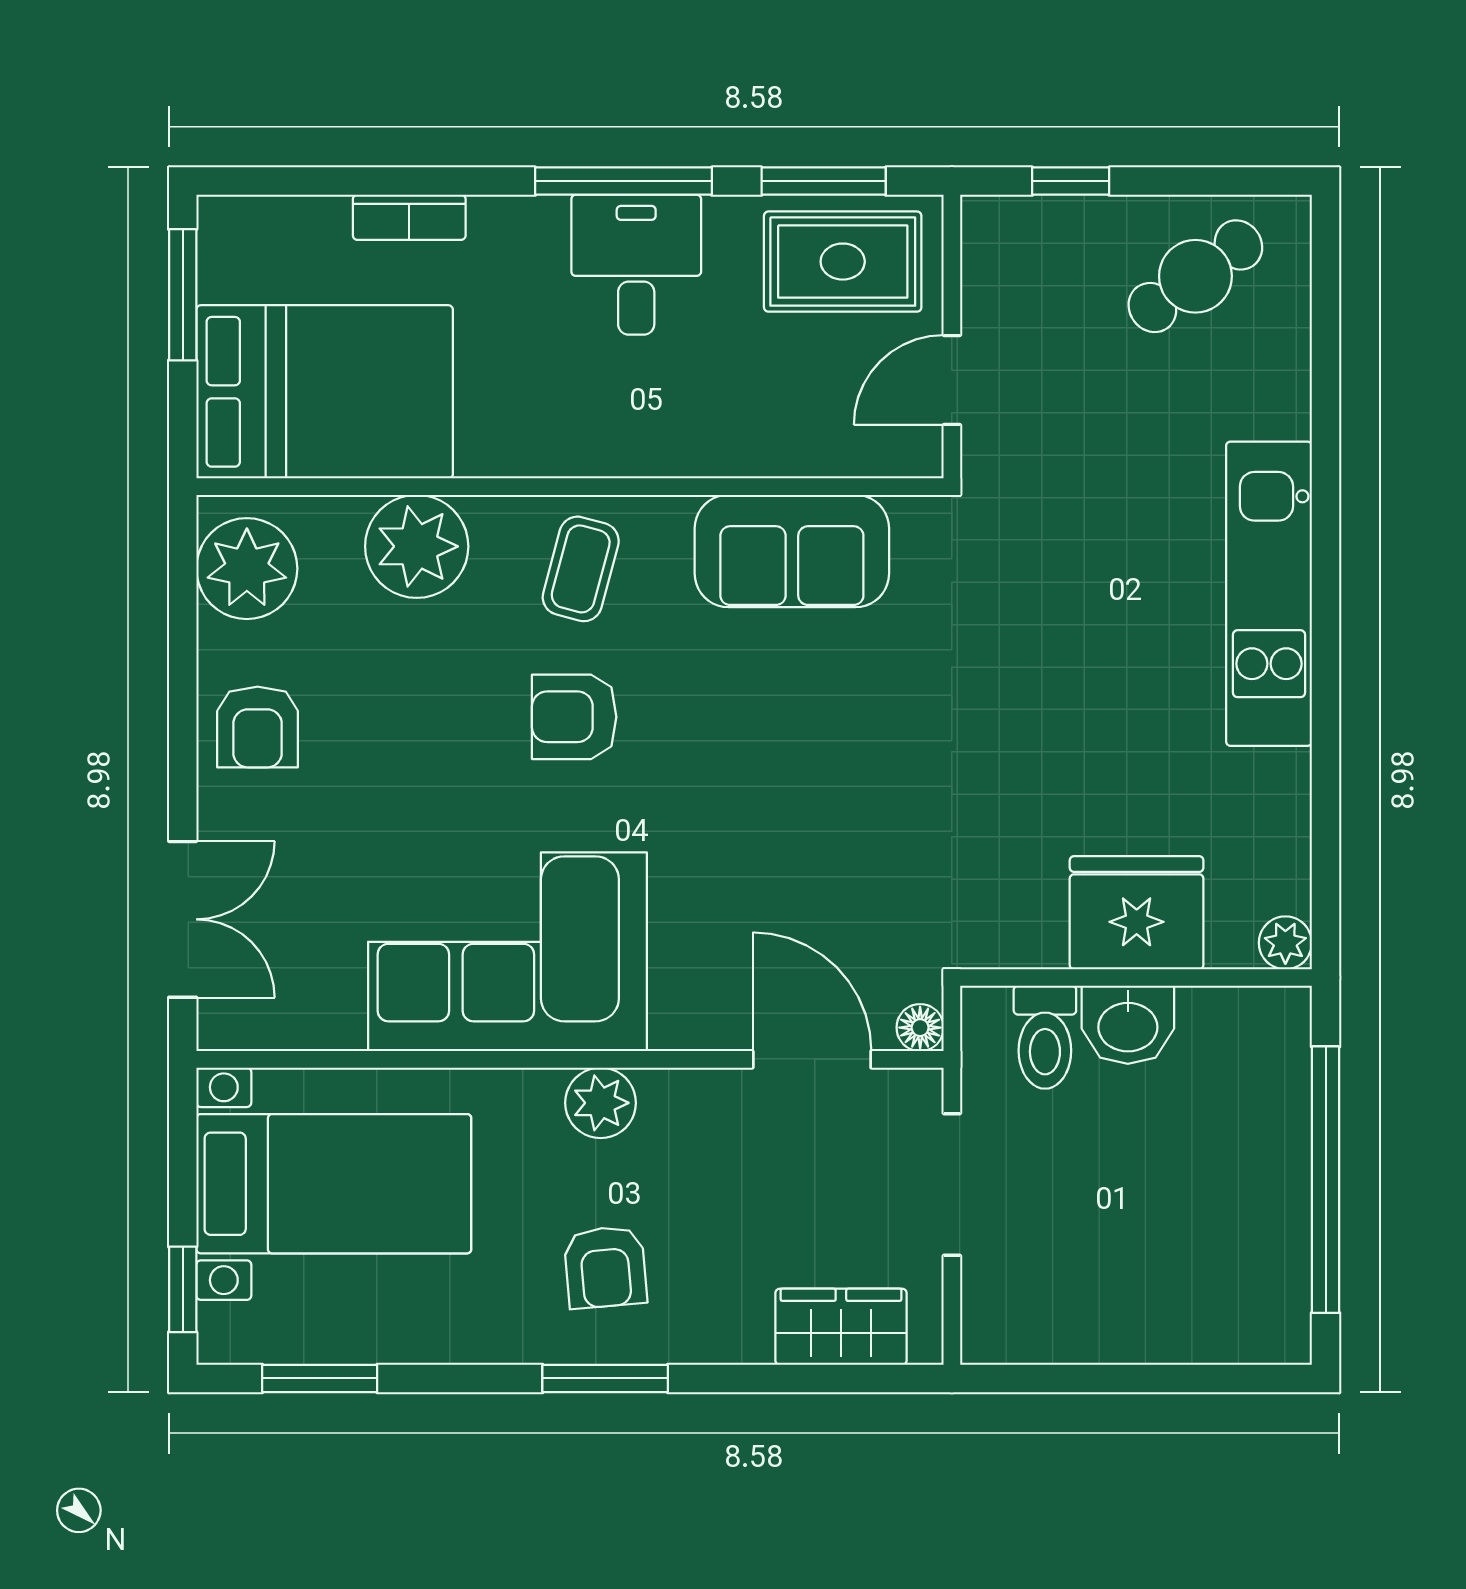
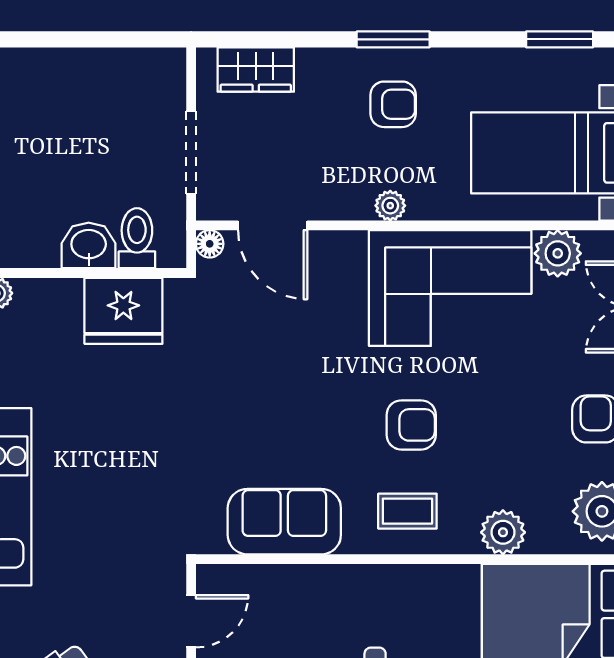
plant: (417, 546) -> (503, 532), width x0.73, depth x0.73
coffee table: (581, 569) -> (407, 511), turned 75
fridge: (1137, 913) -> (123, 311), moved
plant: (323, 1011) -> (558, 253), added
plant: (601, 1103) -> (390, 206), width x0.73, depth x0.73
armchair: (605, 1267) -> (393, 104), turned 95

